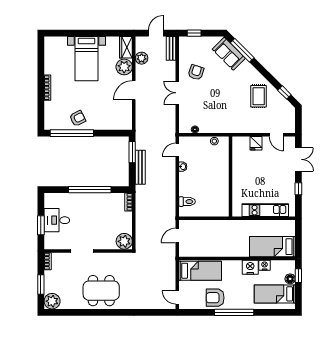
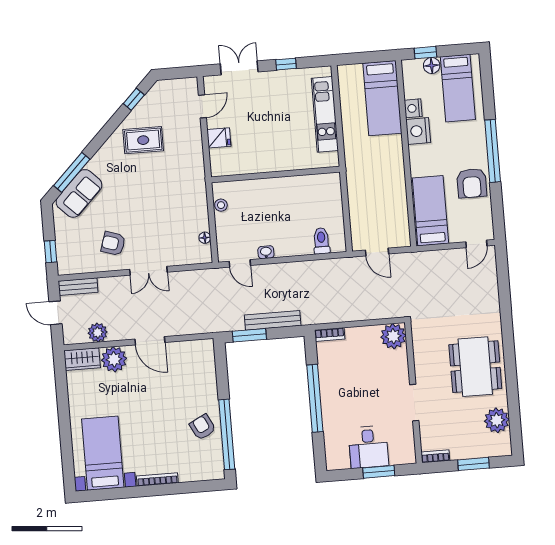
bed with nightstands: (86, 59) -> (103, 453), moved, turned -90
plant: (52, 301) -> (497, 420), moved

